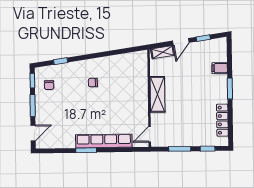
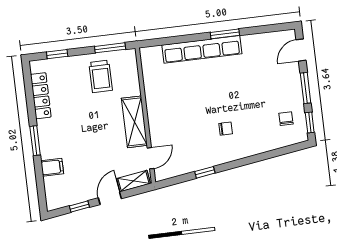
window: (61, 61) -> (205, 172), moved
trolley: (178, 129) -> (101, 76), added
door: (150, 134) -> (151, 158), moved
window: (180, 149) -> (110, 48), moved

